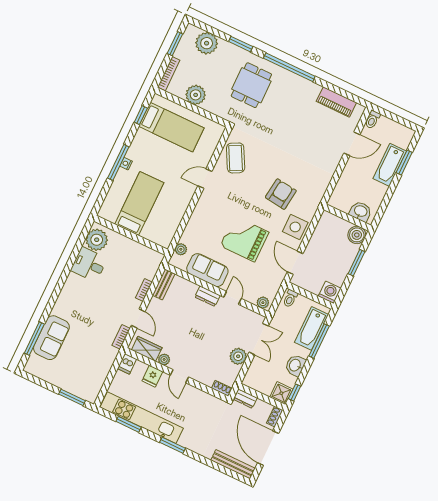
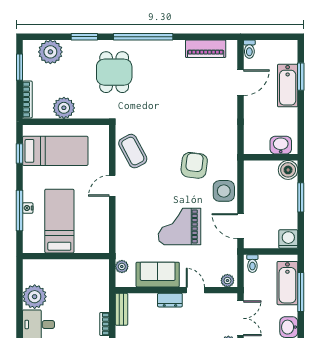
bed: (139, 204) -> (59, 221), moved
wall: (131, 235) -> (66, 256), moved

